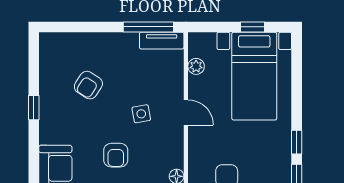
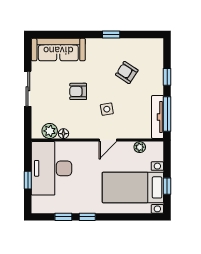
window: (95, 27) -> (167, 77), added
tv unit: (162, 41) -> (158, 117), width x1.41

